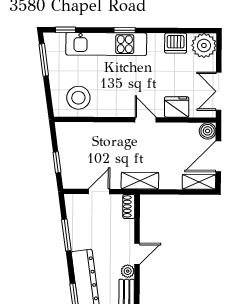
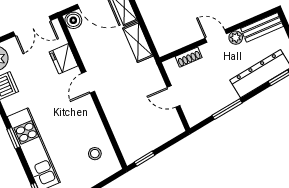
stool: (78, 98) -> (95, 154), width x0.53, depth x0.53
window: (57, 162) -> (144, 159), moved
shelving: (140, 181) -> (138, 42), moved
shoe rack: (129, 206) -> (189, 57), moved

